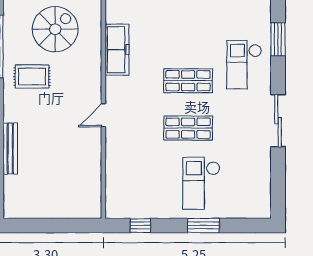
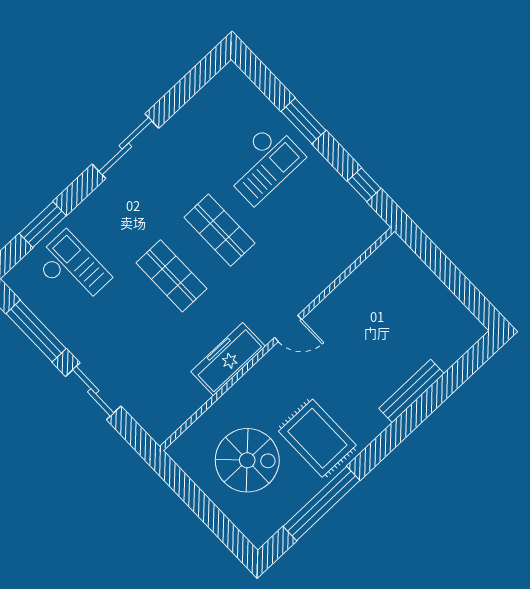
spiral stairs: (55, 29) -> (247, 460), turned 180
freezer: (117, 50) -> (228, 359), moved
checkout: (244, 65) -> (72, 269), moved, turned -90
rug: (32, 77) -> (317, 438), width x1.36, depth x1.43

